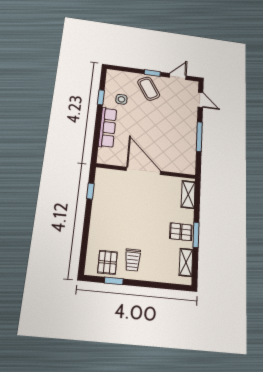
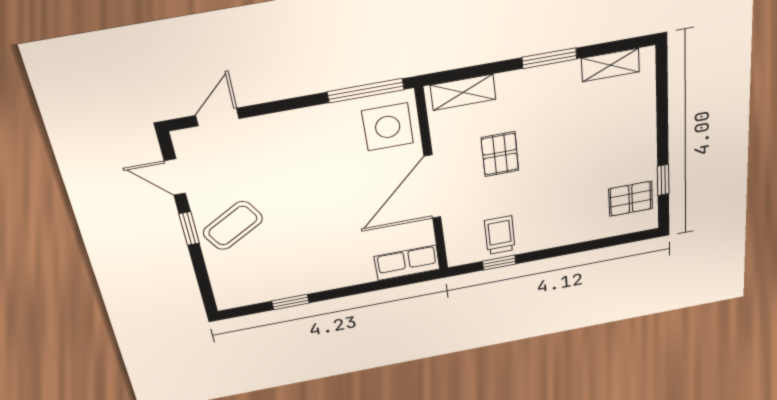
side table: (121, 99) -> (388, 127), moved, width x1.87, depth x1.87
row of seats: (108, 127) -> (407, 263), moved, width x0.68
window: (199, 137) -> (366, 91), moved
pallet: (181, 232) -> (500, 154), moved
trolley: (133, 260) -> (500, 235), moved, turned -90

